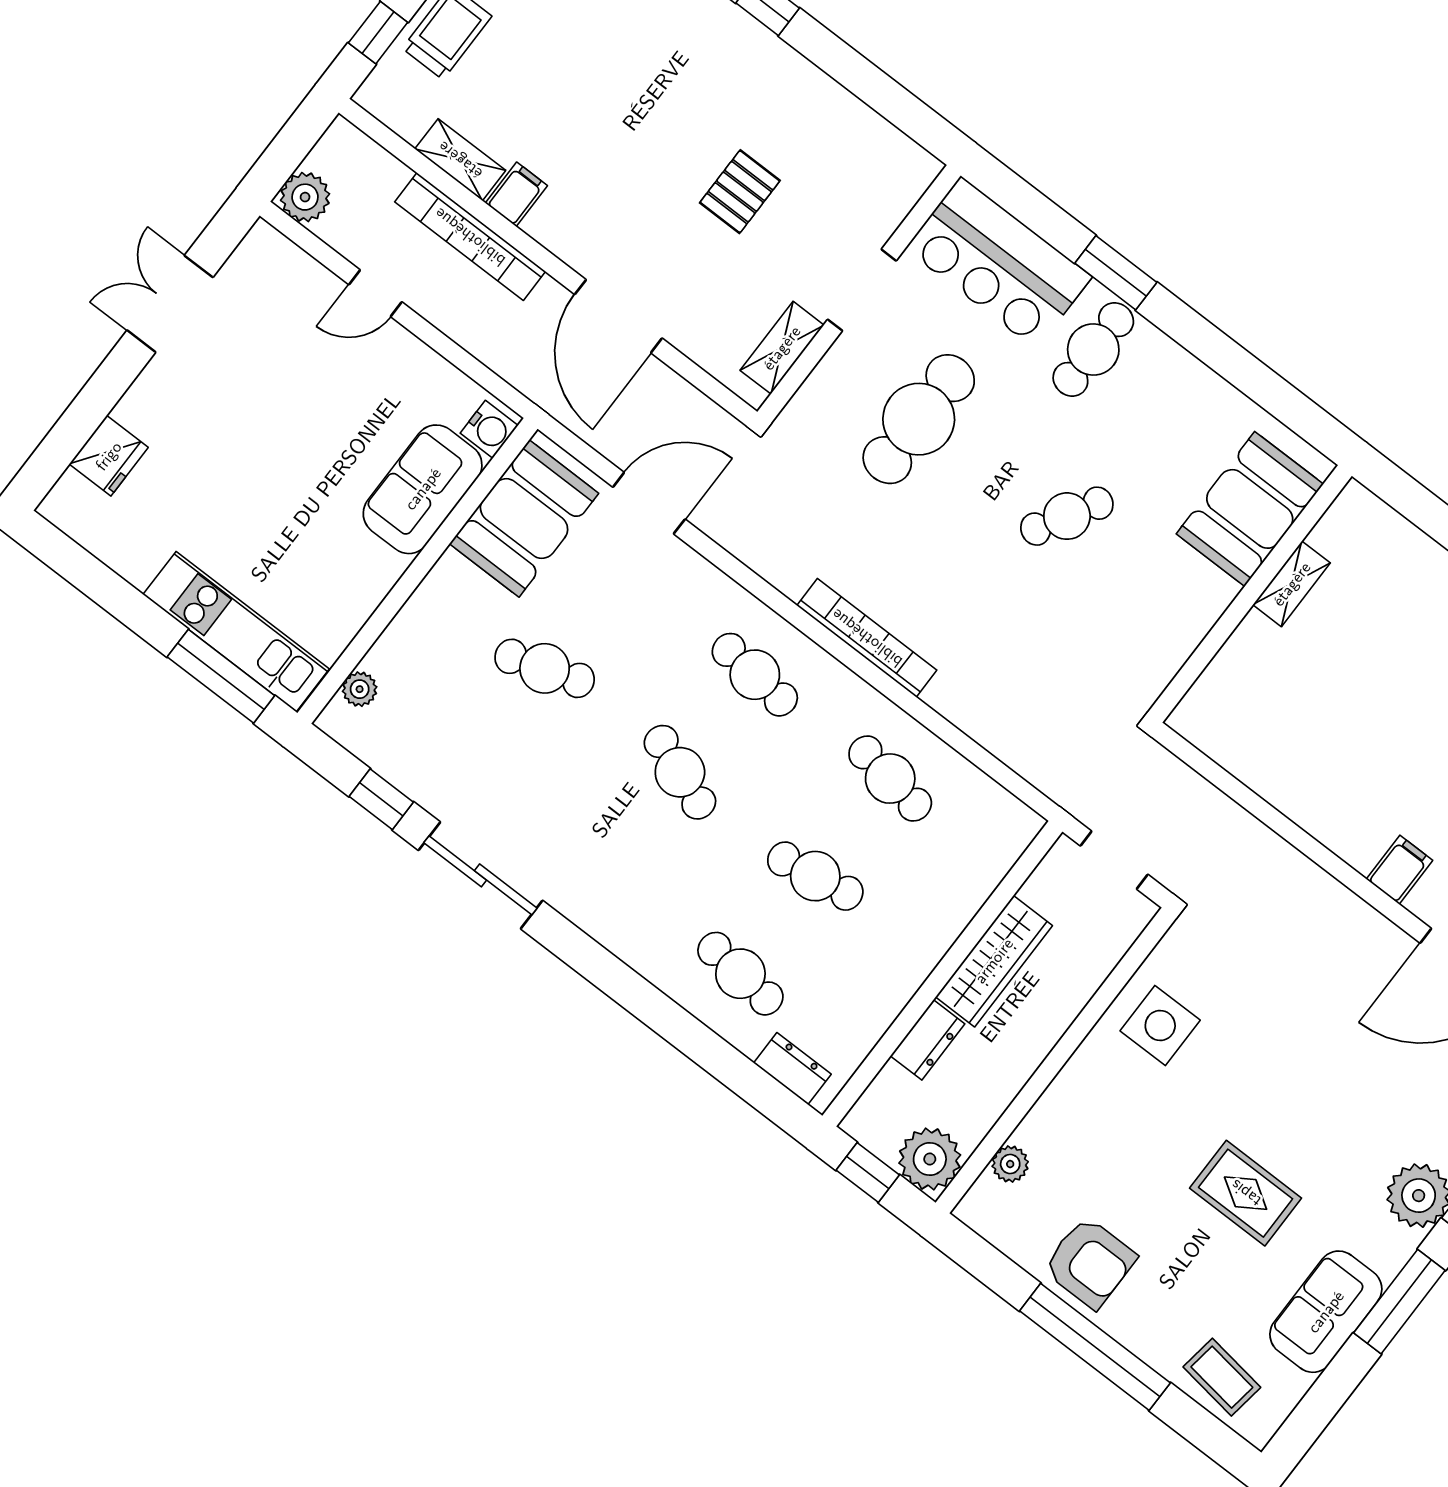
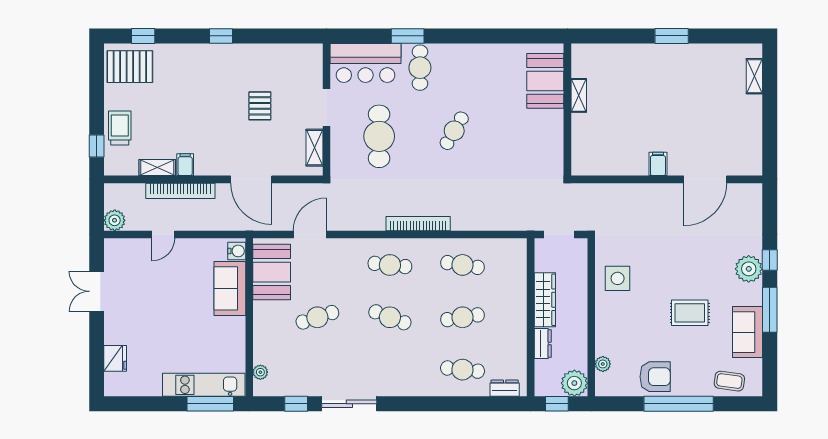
booth: (1250, 509) -> (545, 81), moved
shelving: (1292, 584) -> (579, 95), moved
wall: (1250, 594) -> (567, 109), moved

